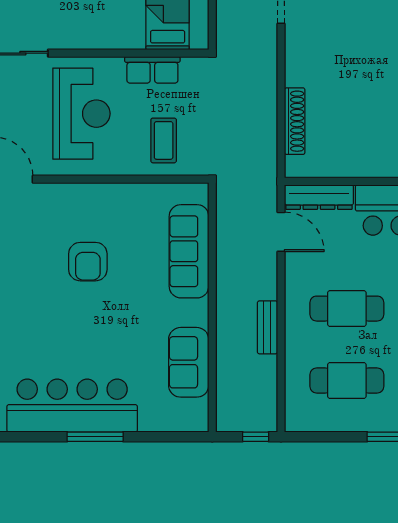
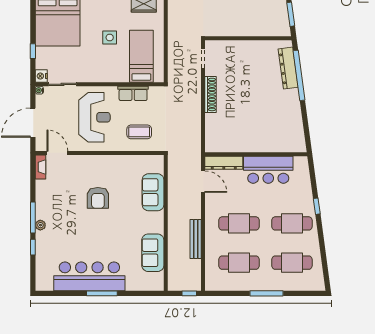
shoe rack: (295, 121) -> (211, 94), moved
coffee table: (164, 140) -> (139, 132), turned 90
sofa: (189, 251) -> (153, 192), width x0.73
bench: (267, 327) -> (196, 239), width x1.36

